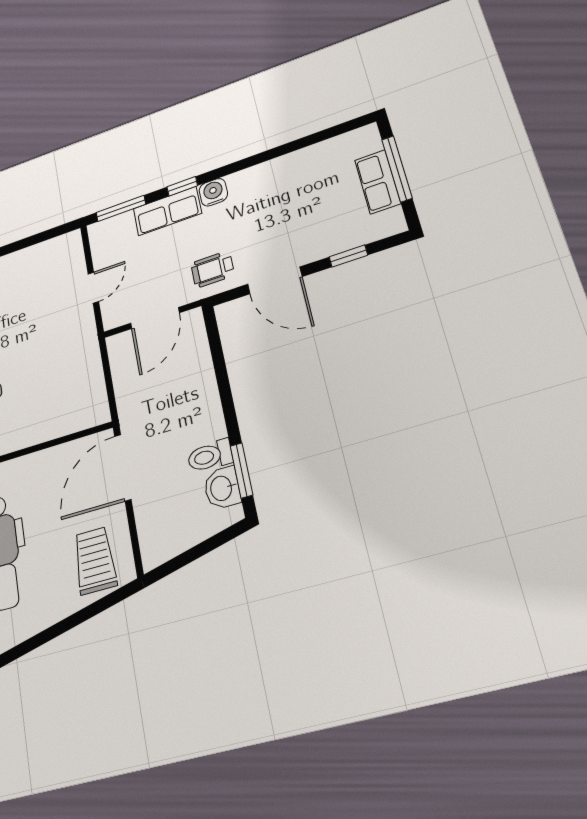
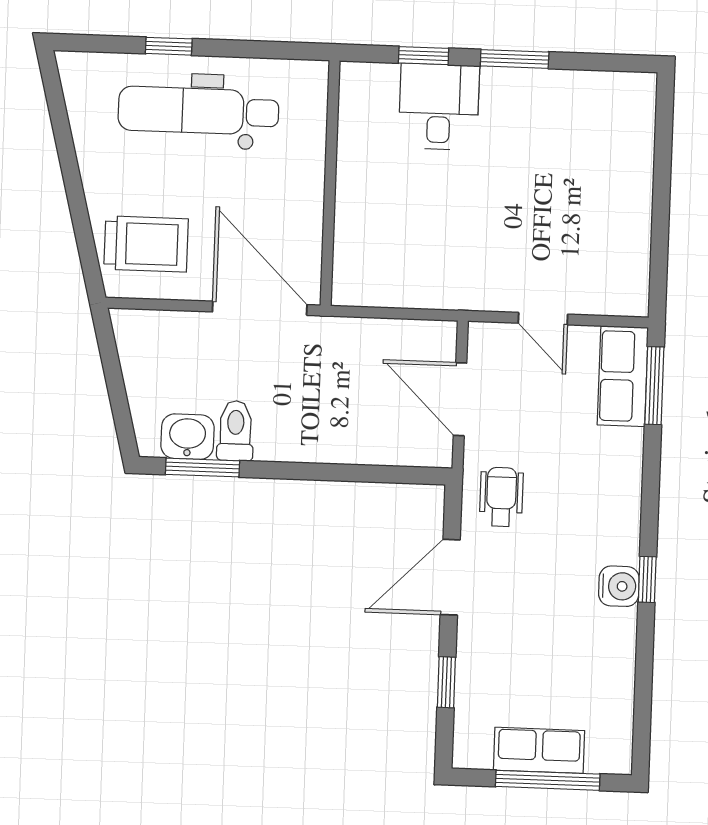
window: (182, 186) -> (647, 579), moved
water cooler: (213, 192) -> (619, 586), moved
row of seats: (167, 211) -> (623, 376), moved

